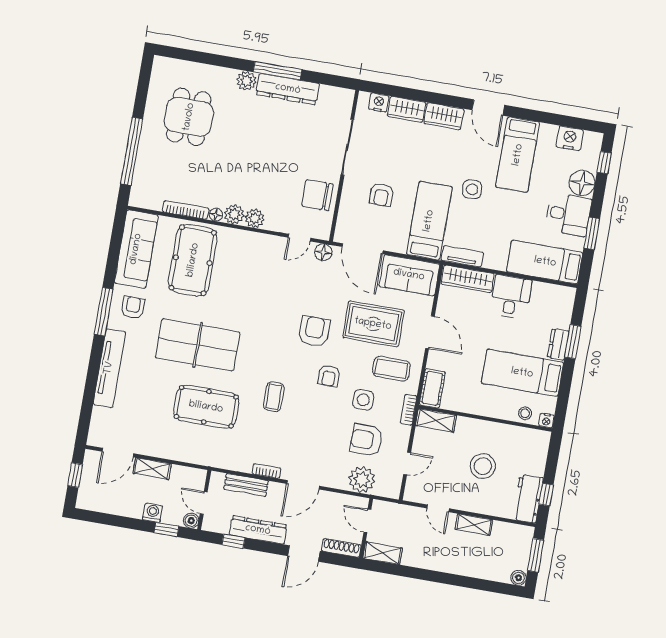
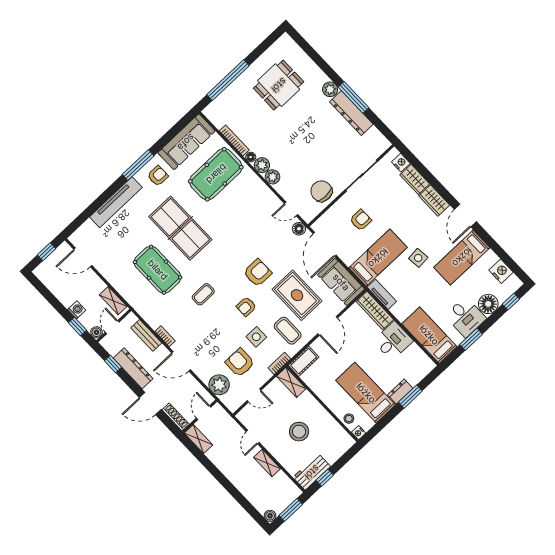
armchair: (382, 195) -> (361, 220), turned 180
shelving: (152, 469) -> (113, 301), moved

